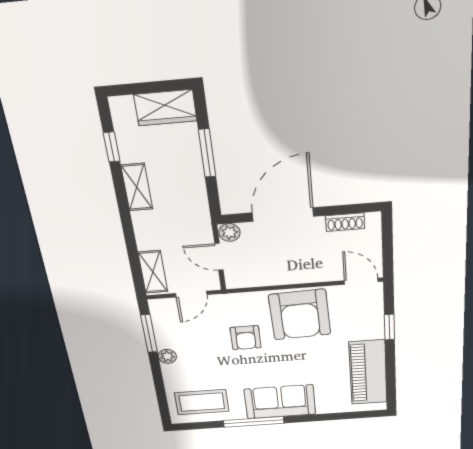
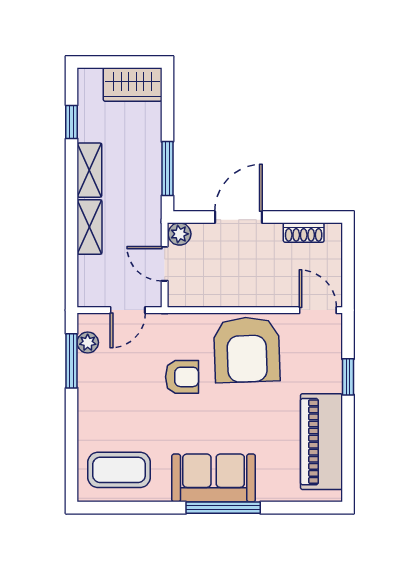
window: (207, 153) -> (167, 169), moved
door: (283, 215) -> (239, 217), width x0.73
shelving: (153, 272) -> (90, 227), moved
armchair: (246, 338) -> (182, 377), turned -90
plant: (167, 356) -> (88, 342), moved
window: (254, 422) -> (223, 508), moved

